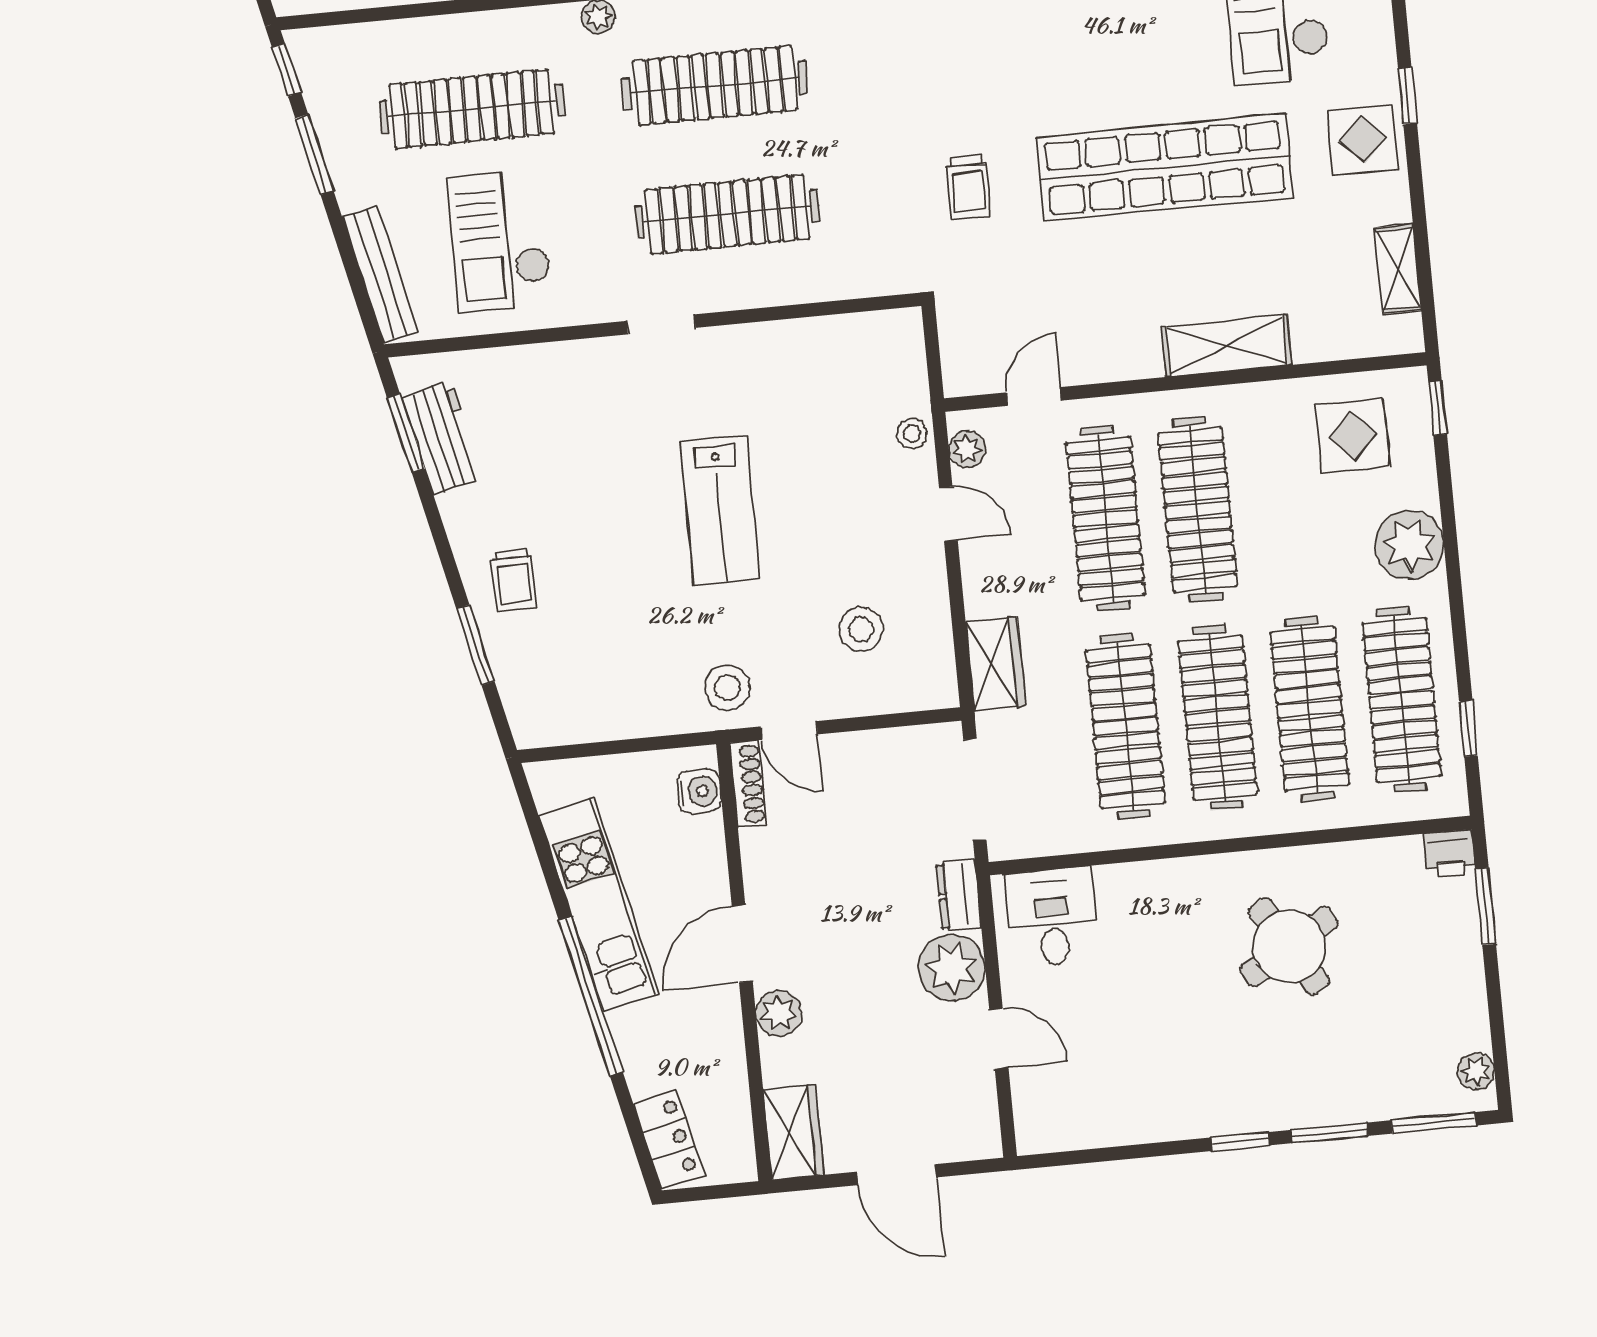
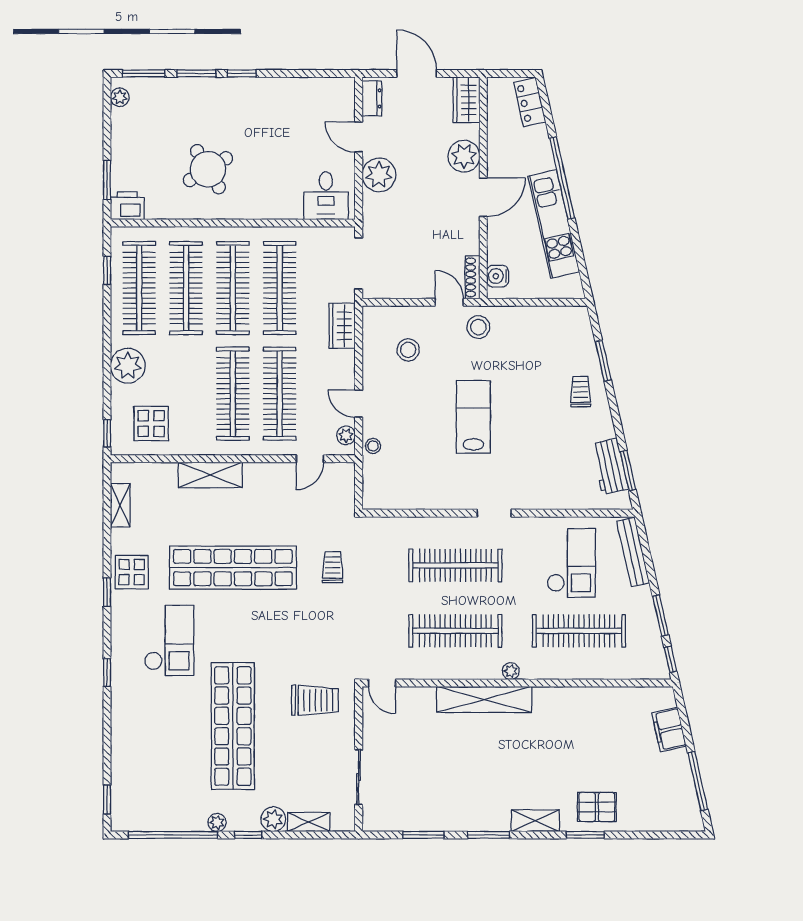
printer: (1449, 853) -> (127, 206), width x1.36, depth x1.24
dresser: (959, 895) -> (372, 98), moved
plant: (779, 1013) -> (464, 156), width x1.36, depth x1.36

